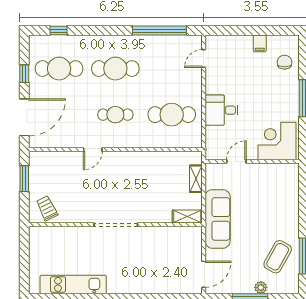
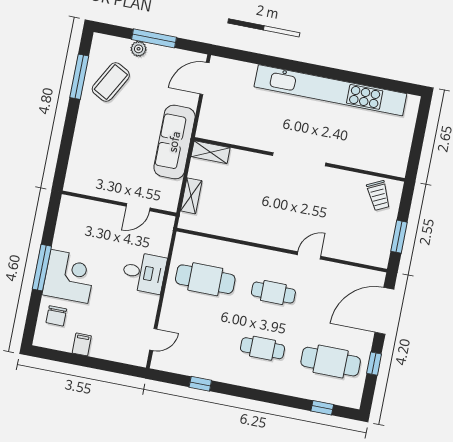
window: (159, 31) -> (200, 384), width x0.32
cafe table: (115, 69) -> (262, 348), width x0.73, depth x0.74
corner desk: (277, 141) -> (69, 276), moved, turned -90
kitchen unit: (73, 284) -> (330, 90), width x1.86

